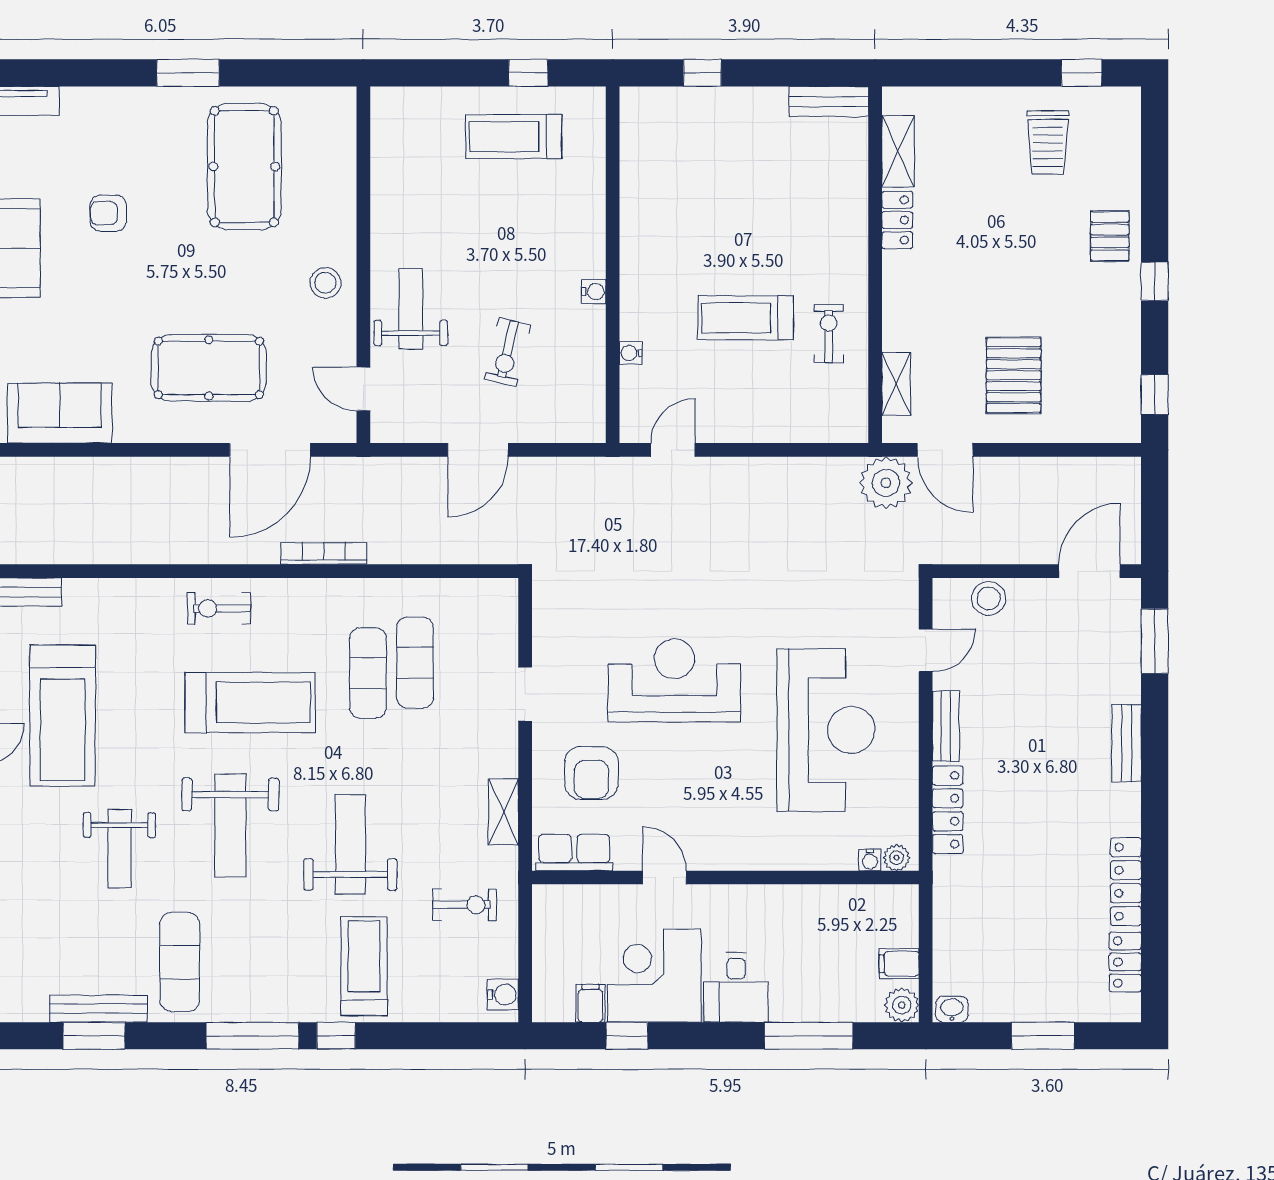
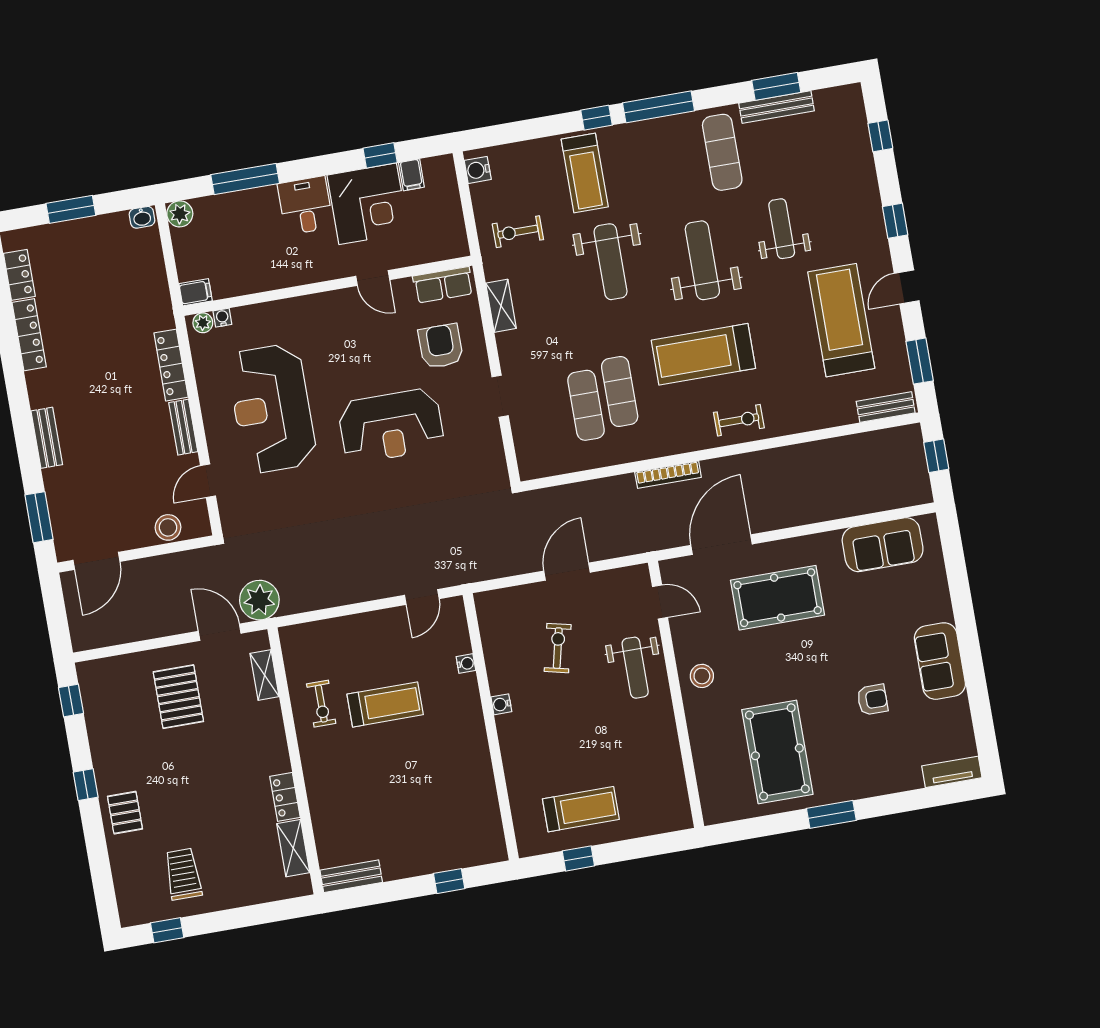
filing cabinet: (899, 964) -> (196, 292), moved

